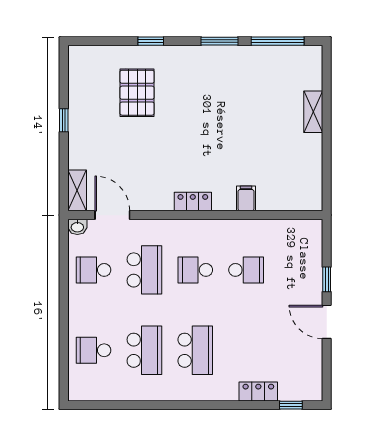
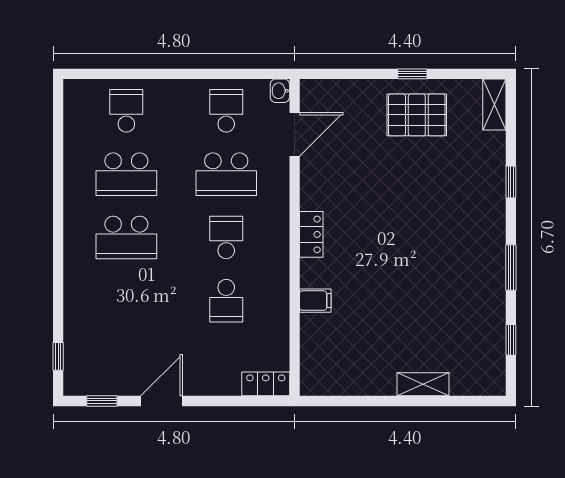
window: (278, 41) -> (511, 340), width x0.46
pallet: (137, 93) -> (417, 115), moved
shelving: (77, 190) -> (494, 105), moved, turned 90
window: (327, 279) -> (102, 401), moved
locker: (258, 391) -> (266, 384), moved, turned -90

